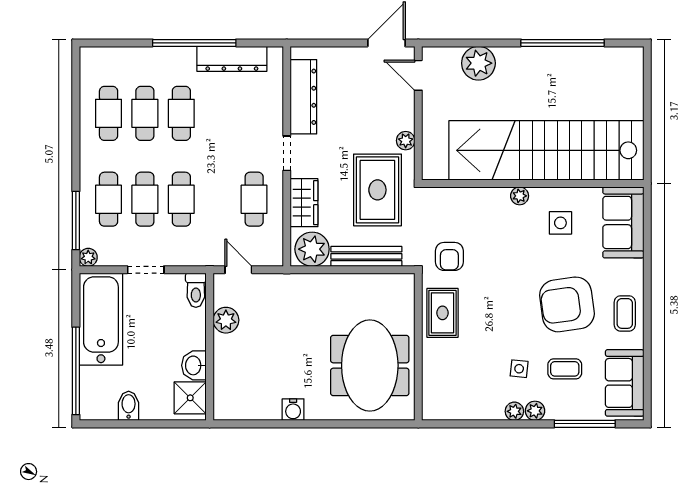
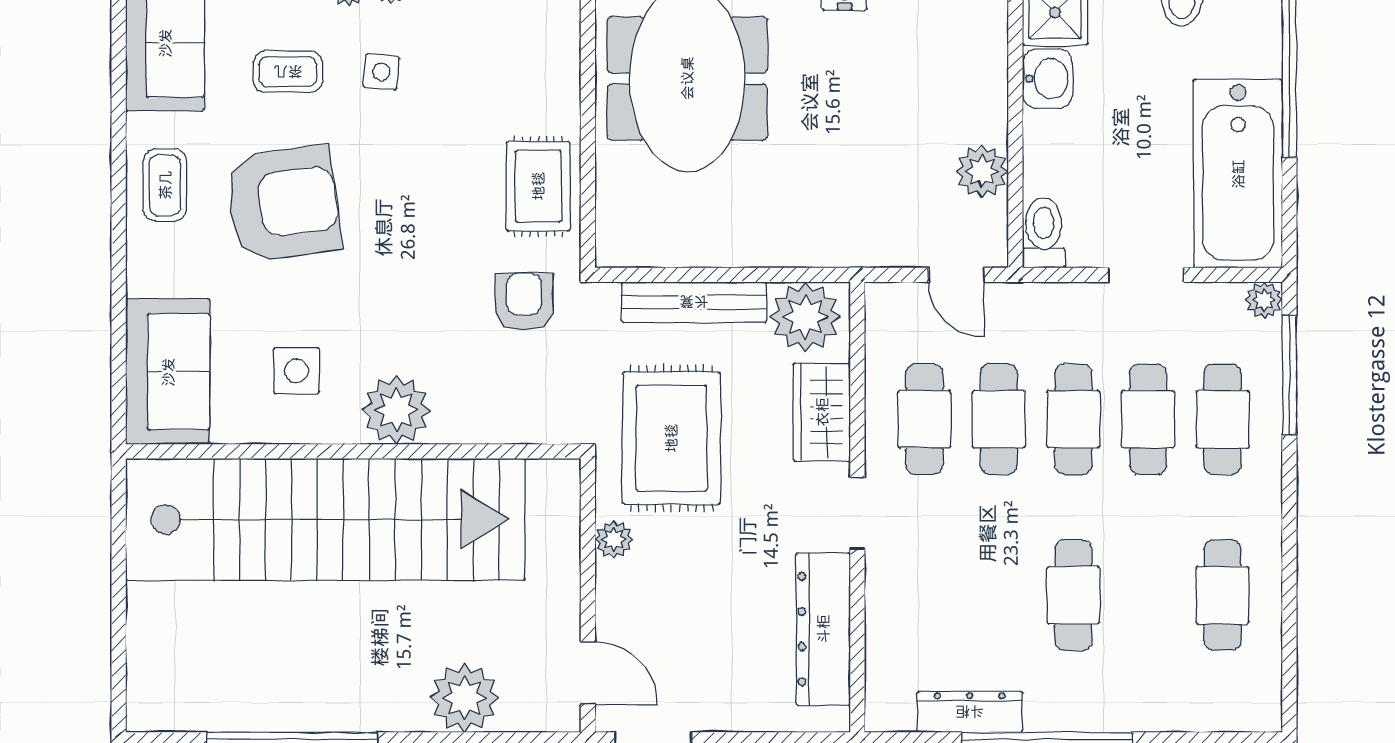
dresser: (232, 59) -> (970, 712), width x0.73, depth x0.80
cafe table: (145, 113) -> (999, 419), moved
plant: (520, 196) -> (396, 410), width x1.88, depth x1.88

